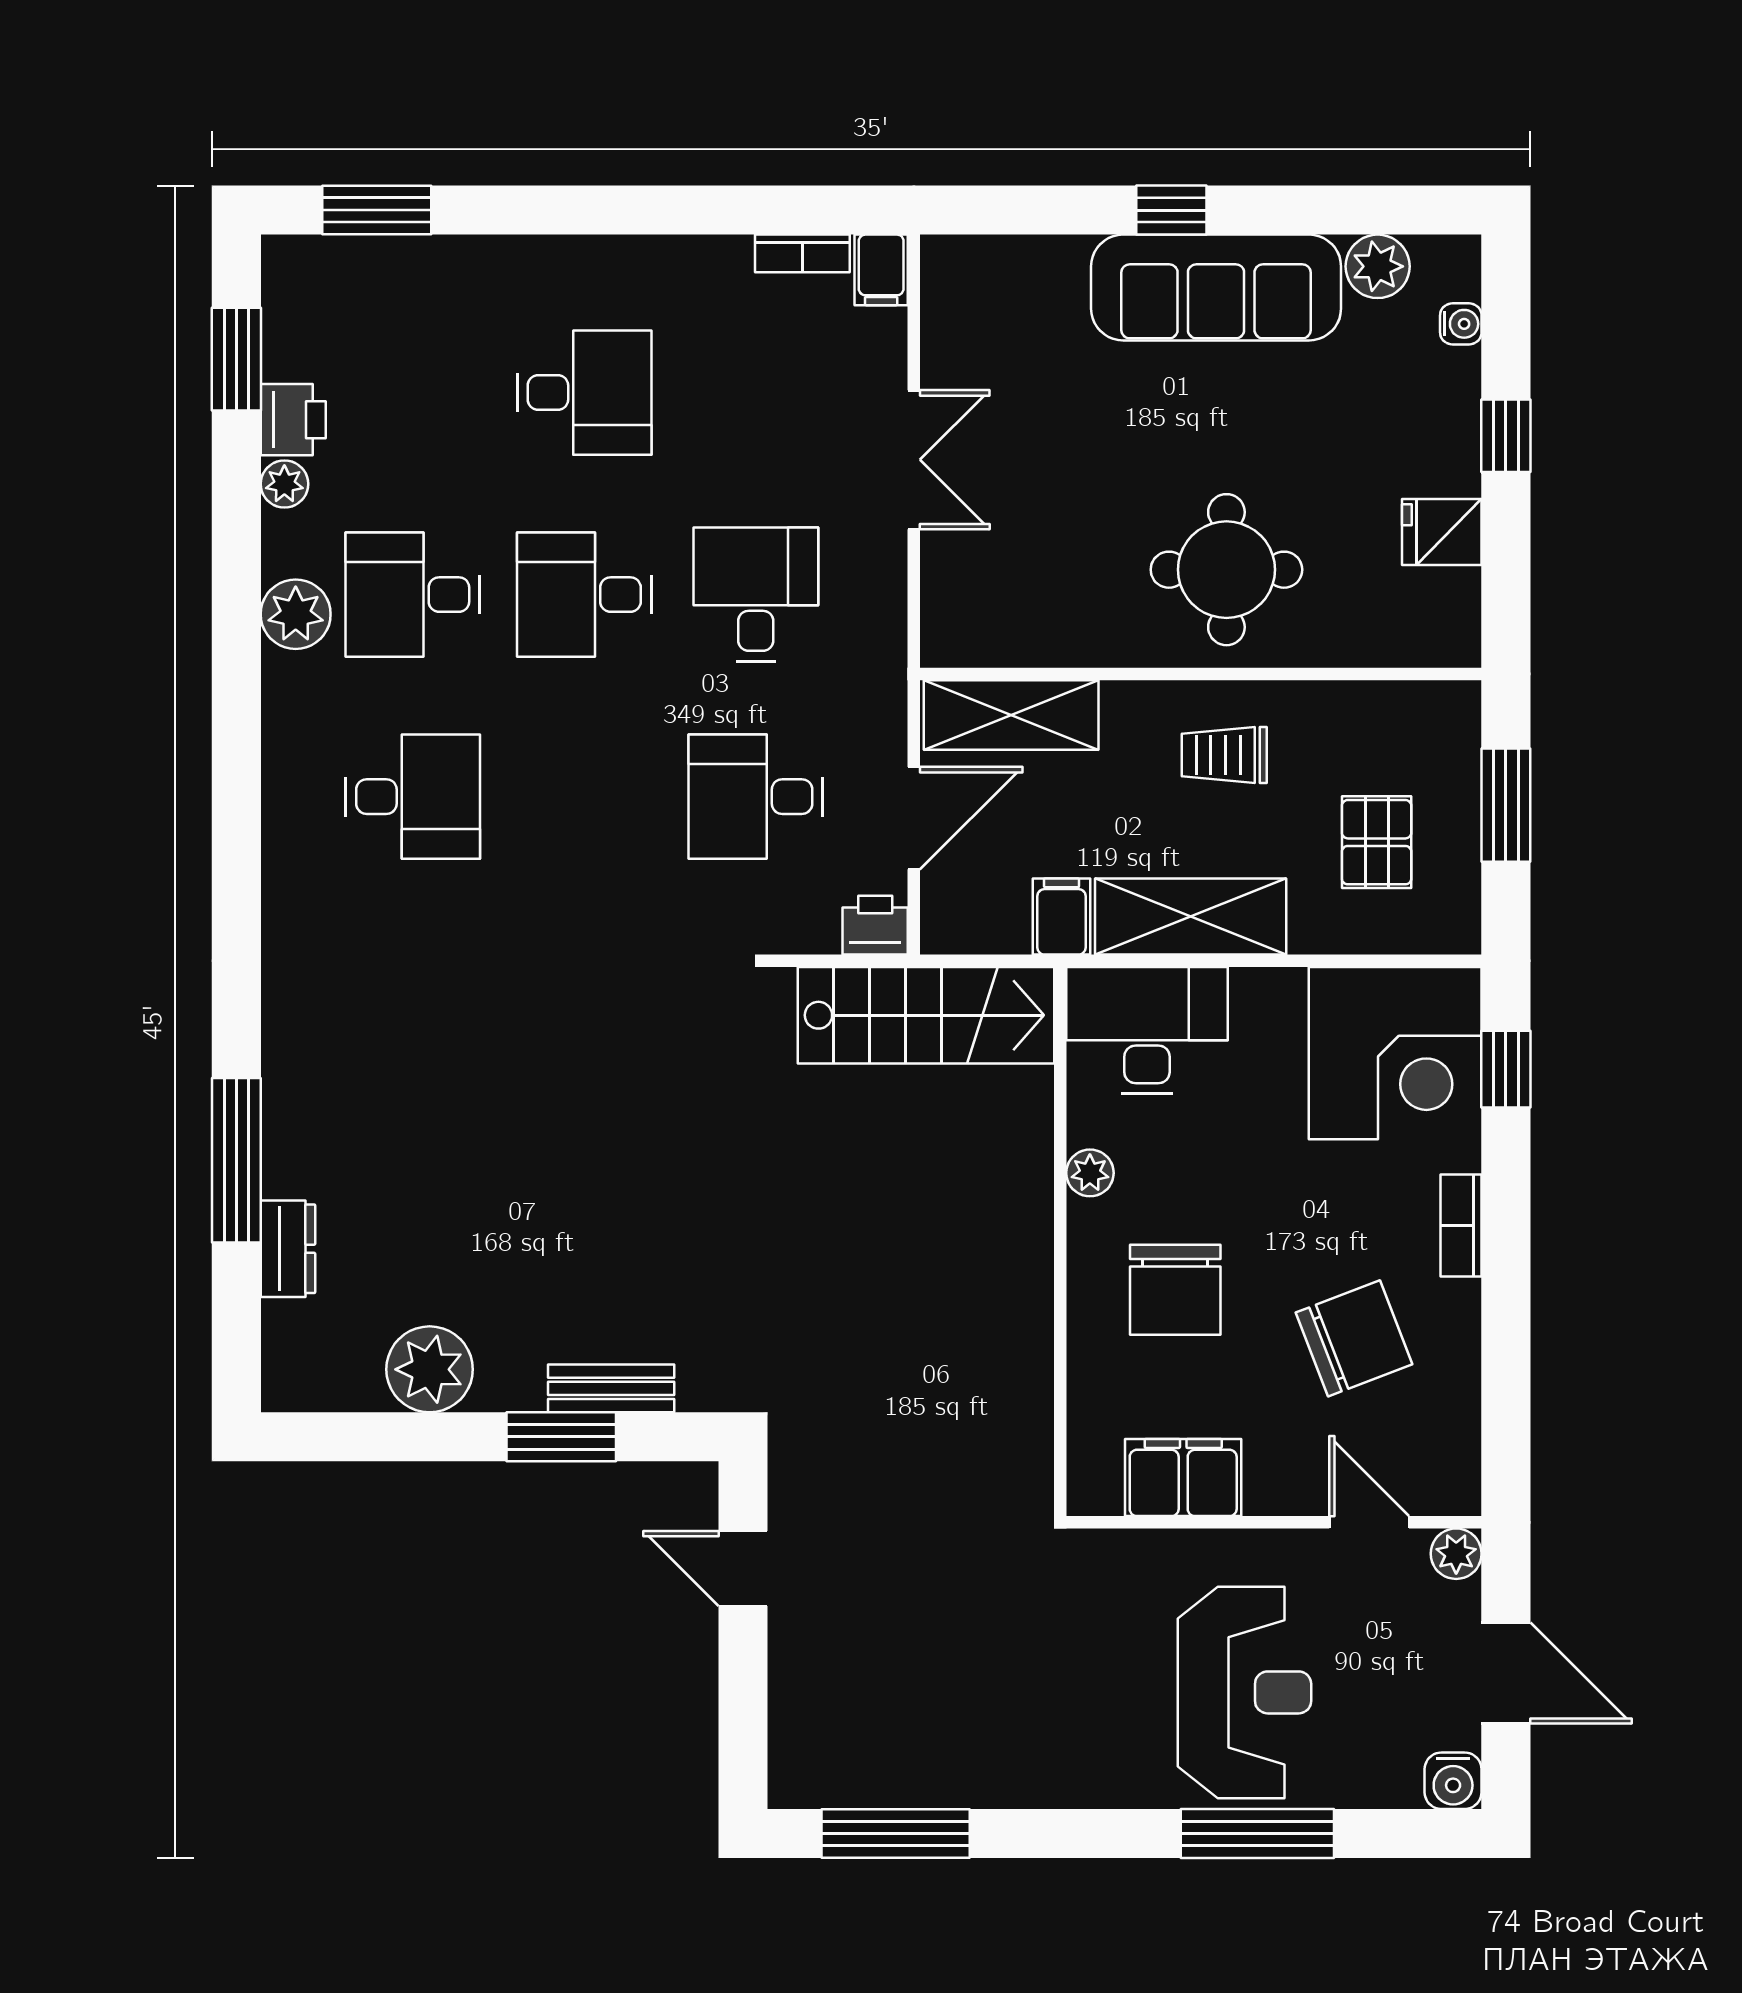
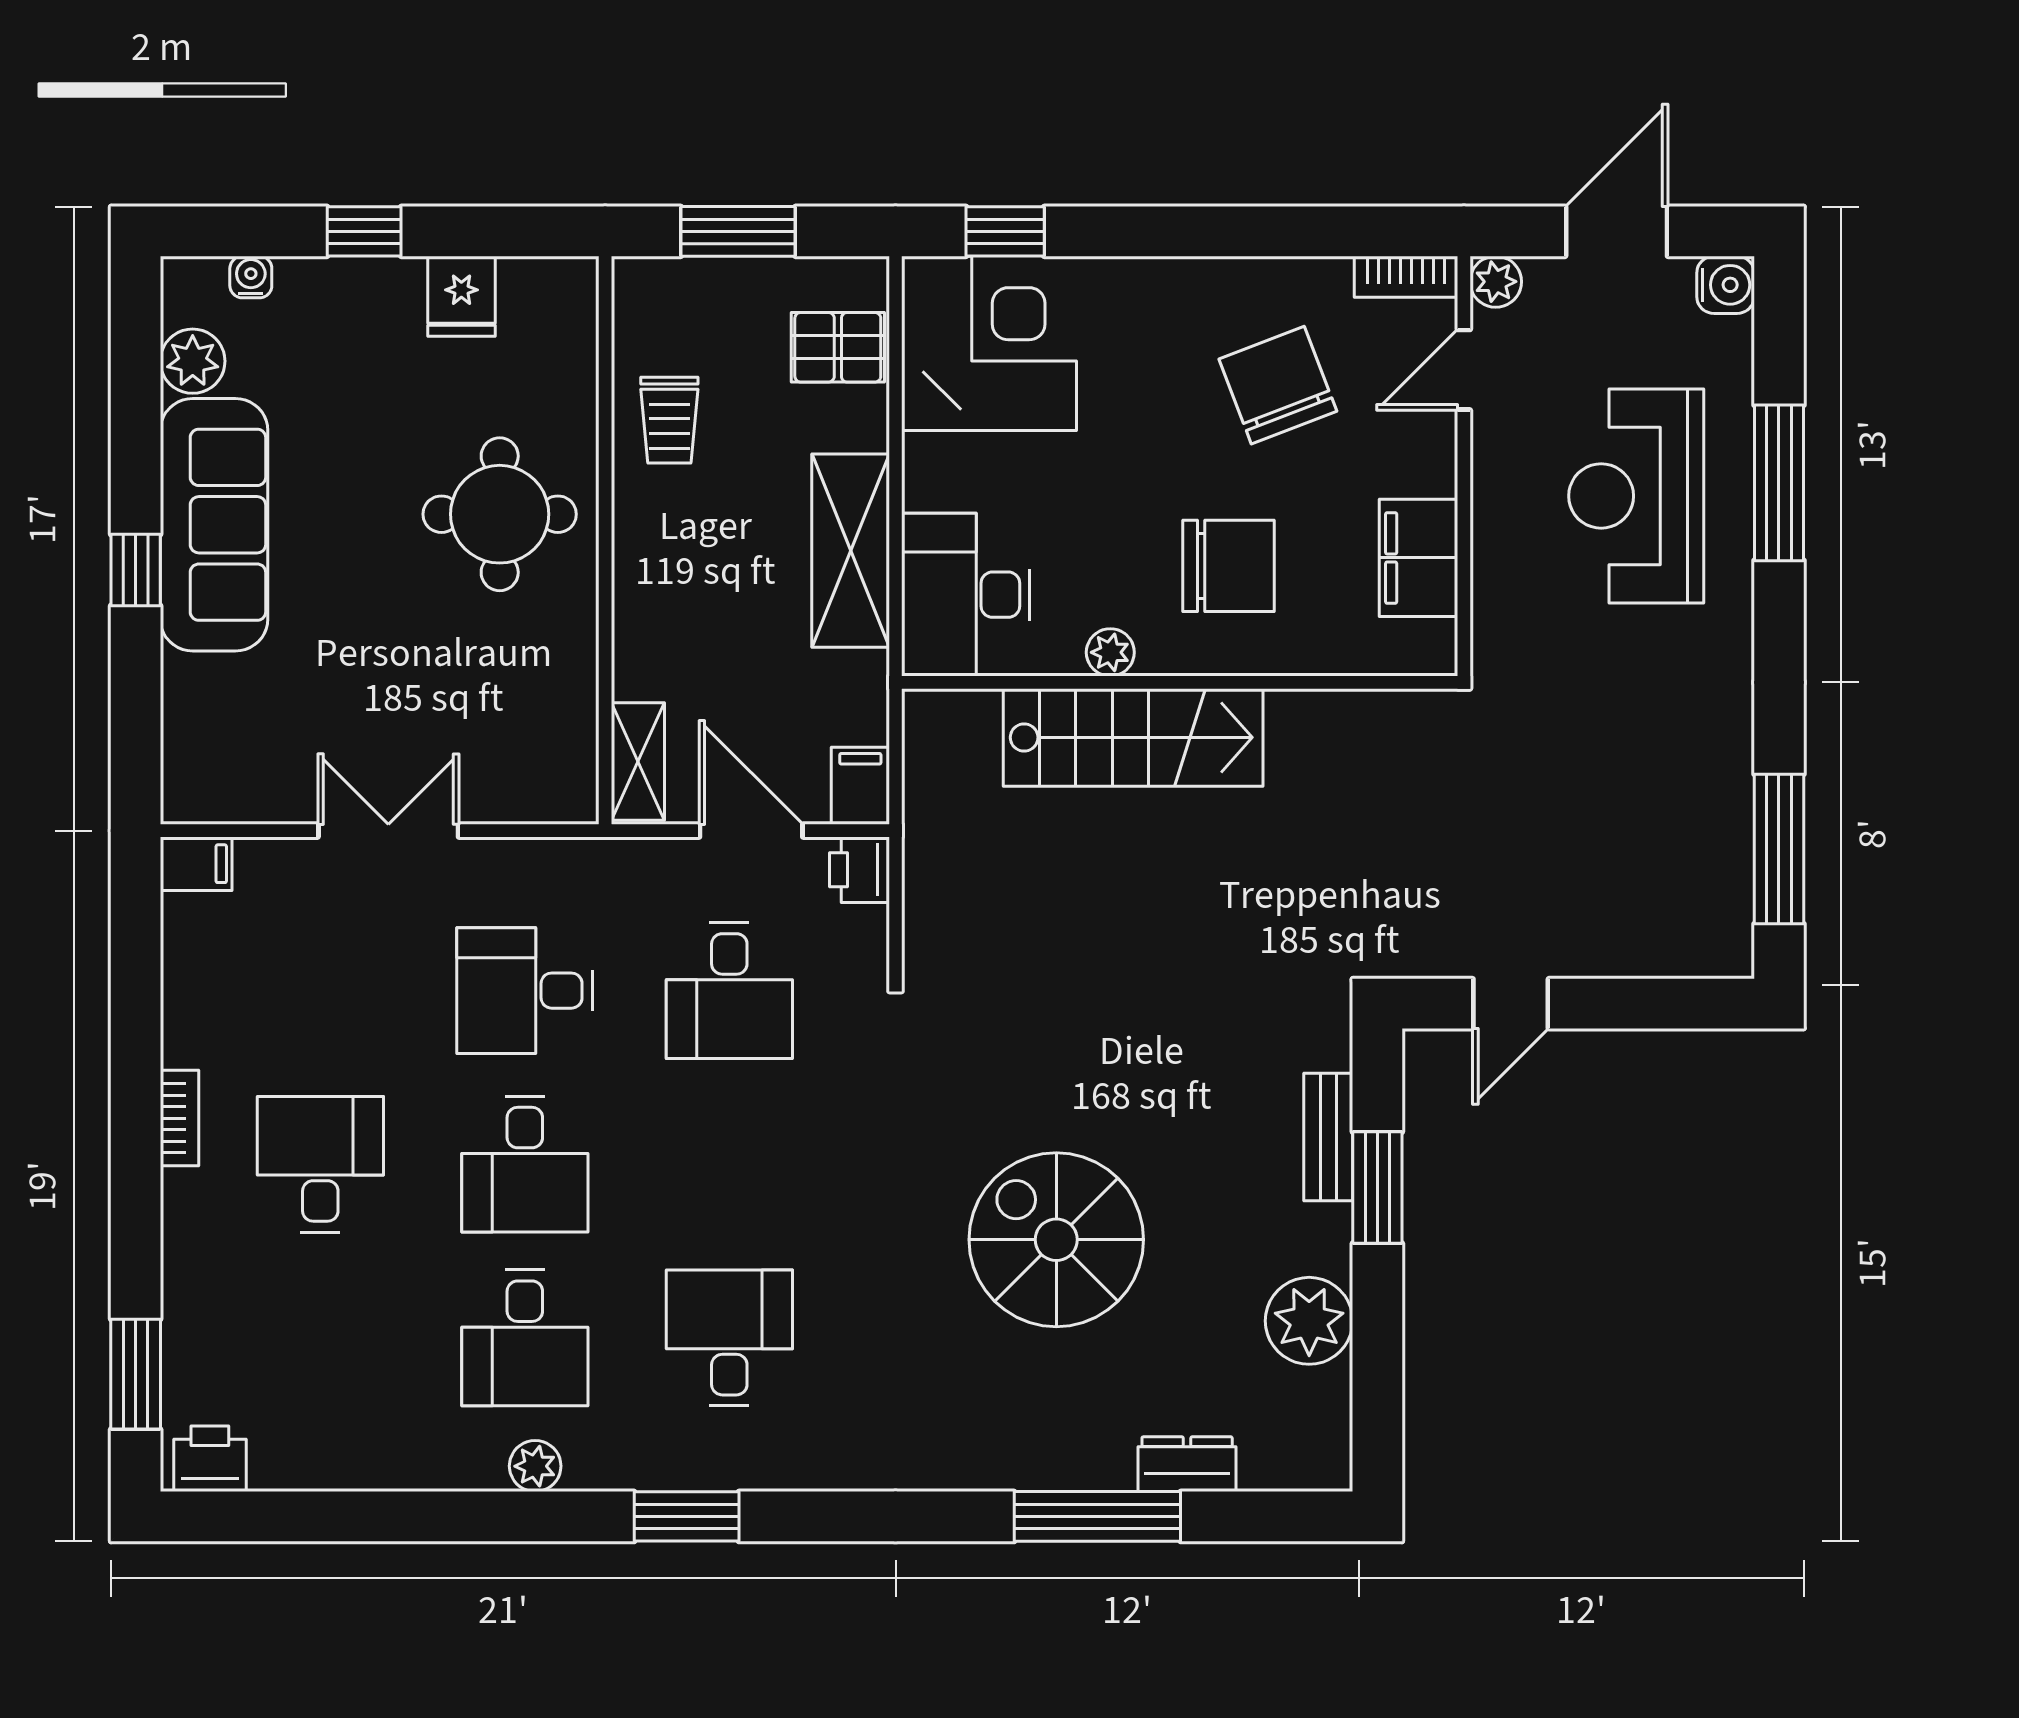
bookcase: (802, 253) -> (179, 1118), moved
window: (236, 359) -> (687, 1516), moved
printer: (293, 420) -> (210, 1459), moved
plant: (284, 484) -> (413, 1468), removed
plant: (296, 614) -> (535, 1466), width x0.73, depth x0.73
shelving: (1011, 715) -> (638, 762), width x0.67, depth x0.75
trolley: (1224, 755) -> (669, 420), moved
pallet: (1377, 842) -> (838, 347), moved
filing cabinet: (1061, 916) -> (860, 786), moved, turned 90
stairs: (926, 1015) -> (1133, 737), moved, turned 90
spiral stairs: (510, 1120) -> (1056, 1240), added
bookcase: (1461, 1226) -> (1406, 277), moved
reception desk: (1244, 1692) -> (1636, 496), turned -90

